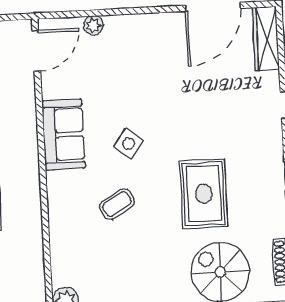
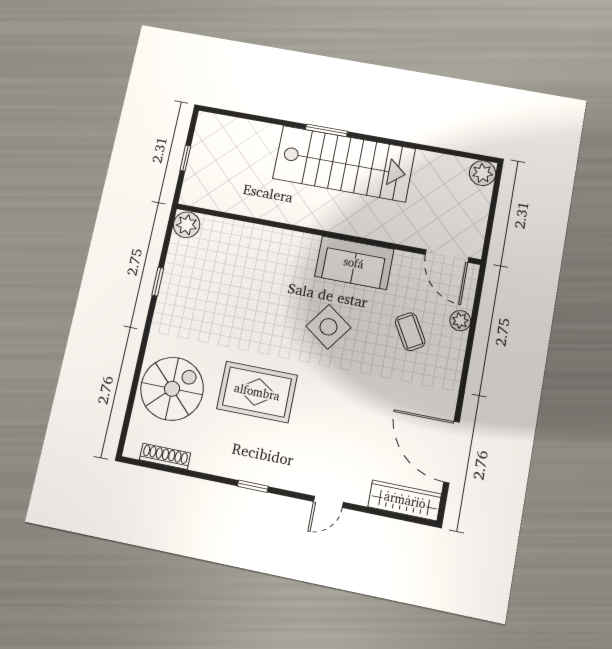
side table: (129, 144) -> (328, 327), width x1.37, depth x1.37
coffee table: (117, 204) -> (410, 332), moved

